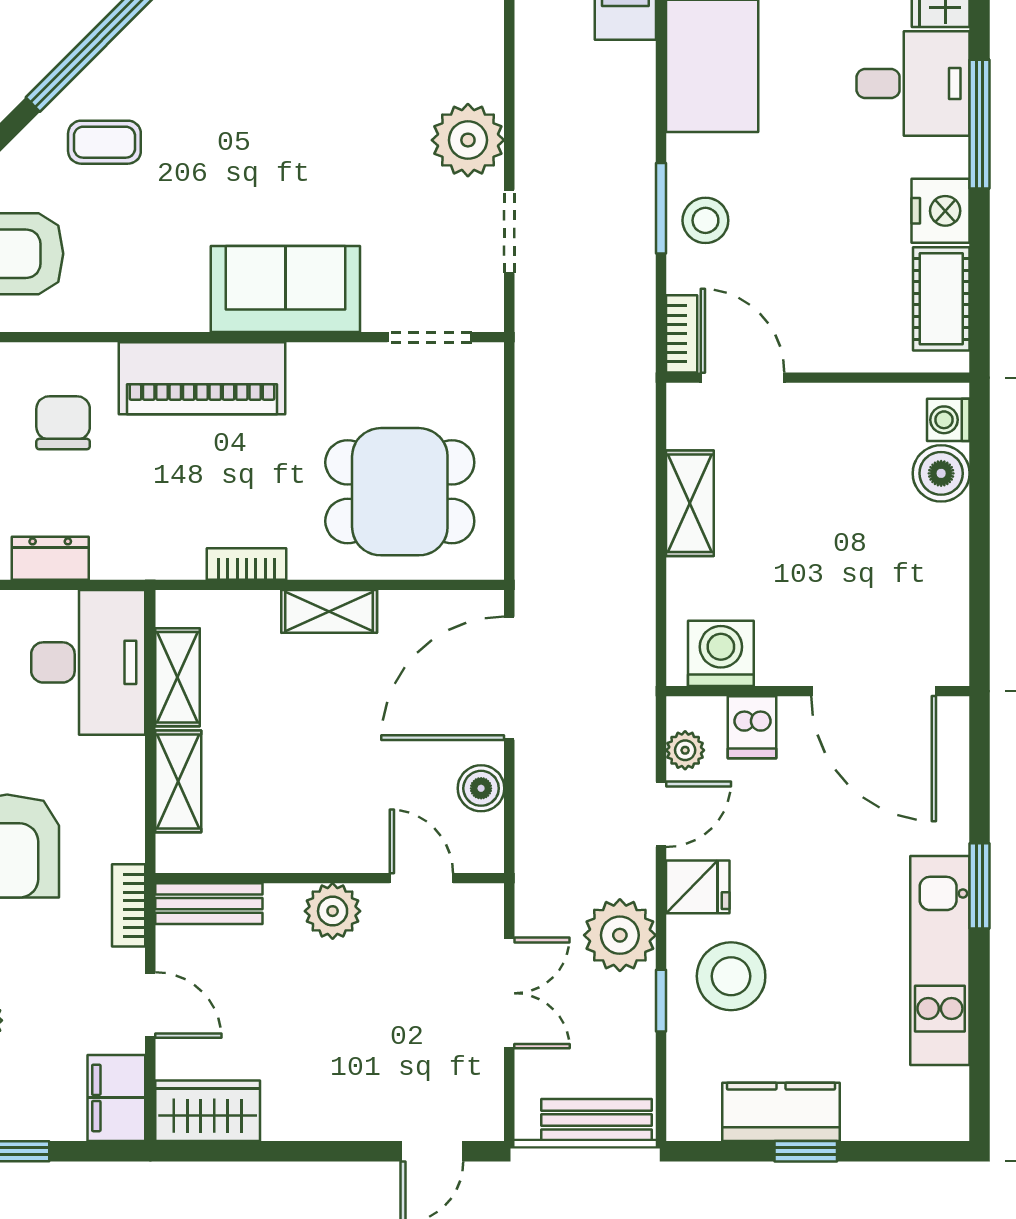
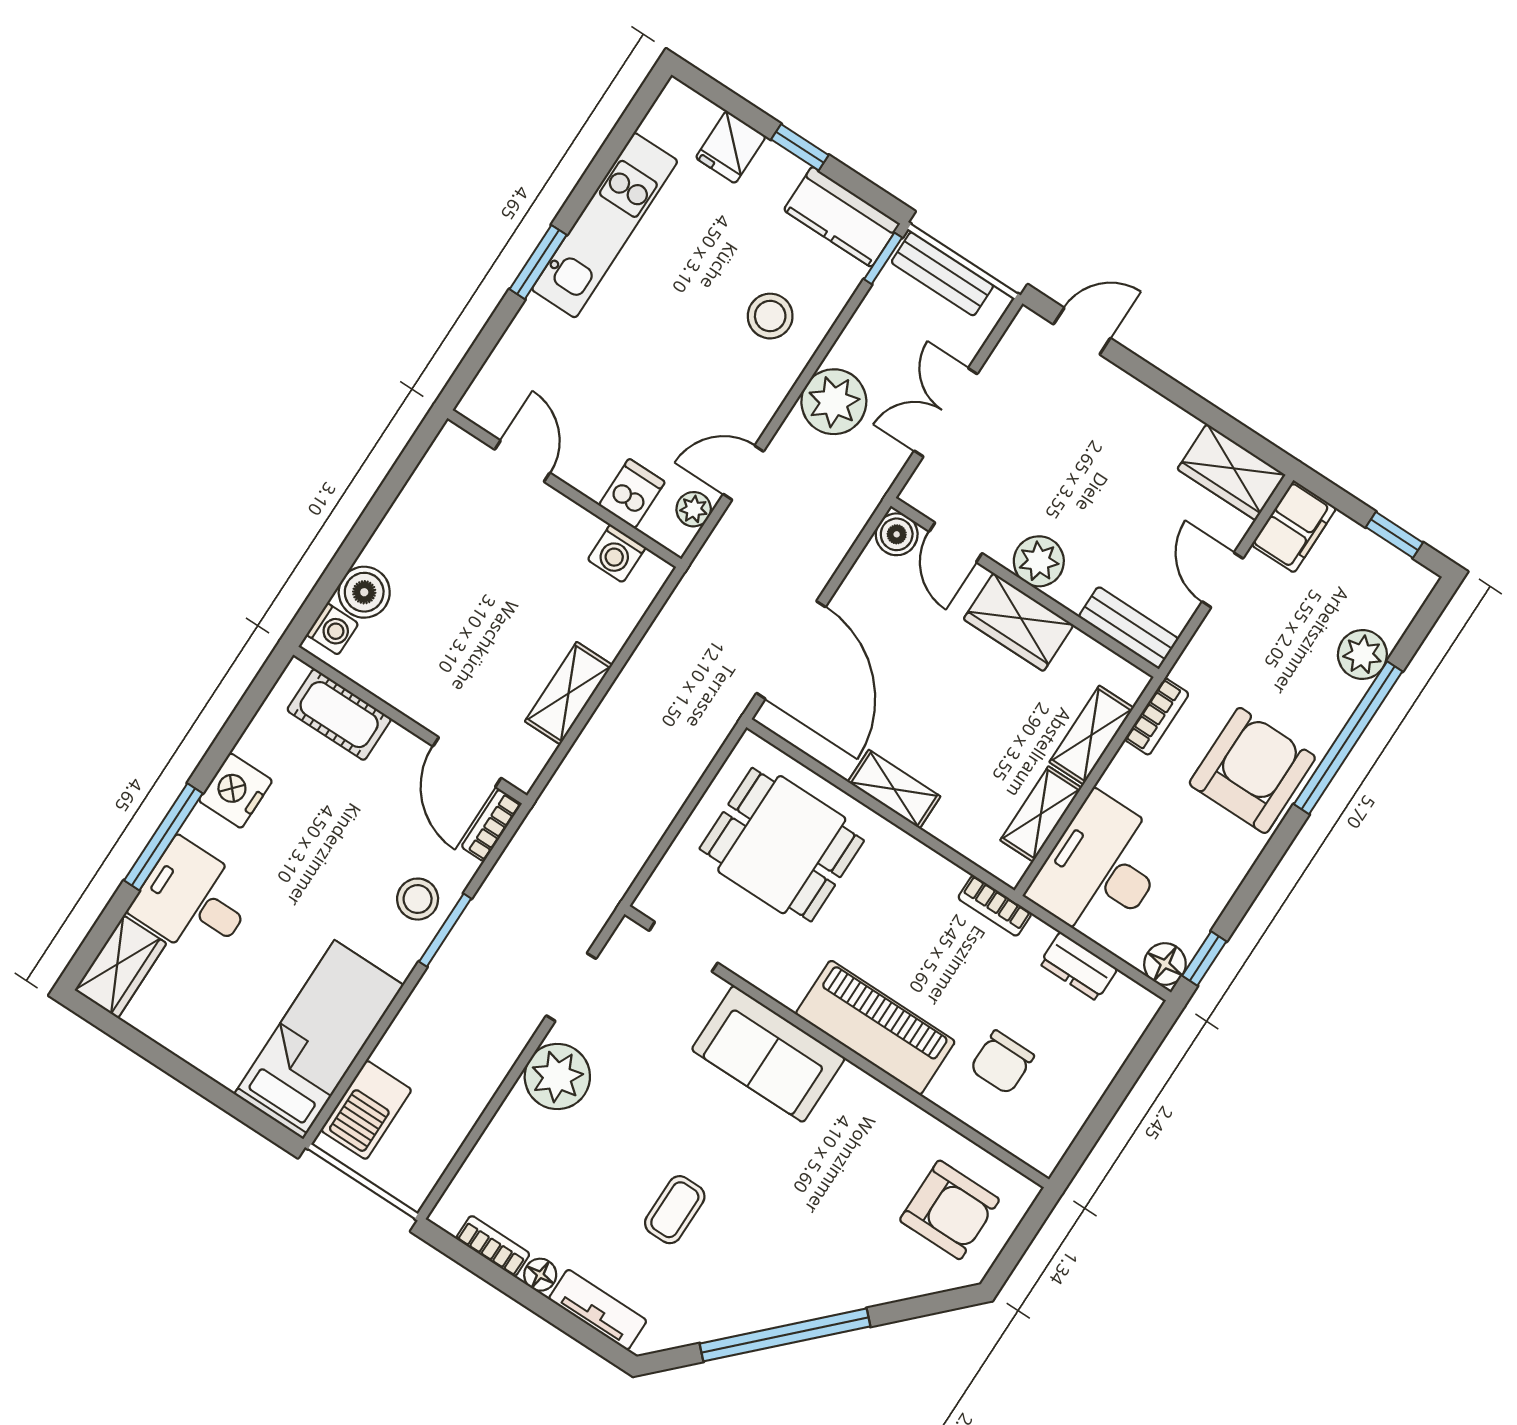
coffee table: (104, 142) -> (675, 1210), moved, turned 90
cot: (941, 299) -> (339, 715), moved, turned 90
bookcase: (247, 564) -> (995, 906), moved
washing machine: (721, 653) -> (617, 554), width x0.73, depth x0.73
door: (509, 678) -> (791, 650), hinge flipped
door: (874, 691) -> (522, 461), width x0.53
boiler: (481, 788) -> (897, 534), moved
wardrobe: (315, 842) -> (1019, 622), added
fridge: (698, 887) -> (731, 147), moved, turned -90
bookcase: (129, 905) -> (1157, 717), moved
stool: (731, 976) -> (770, 316), width x0.73, depth x0.73
window: (661, 1001) -> (883, 258), moved
kitchen counter: (781, 1112) -> (842, 217), moved

